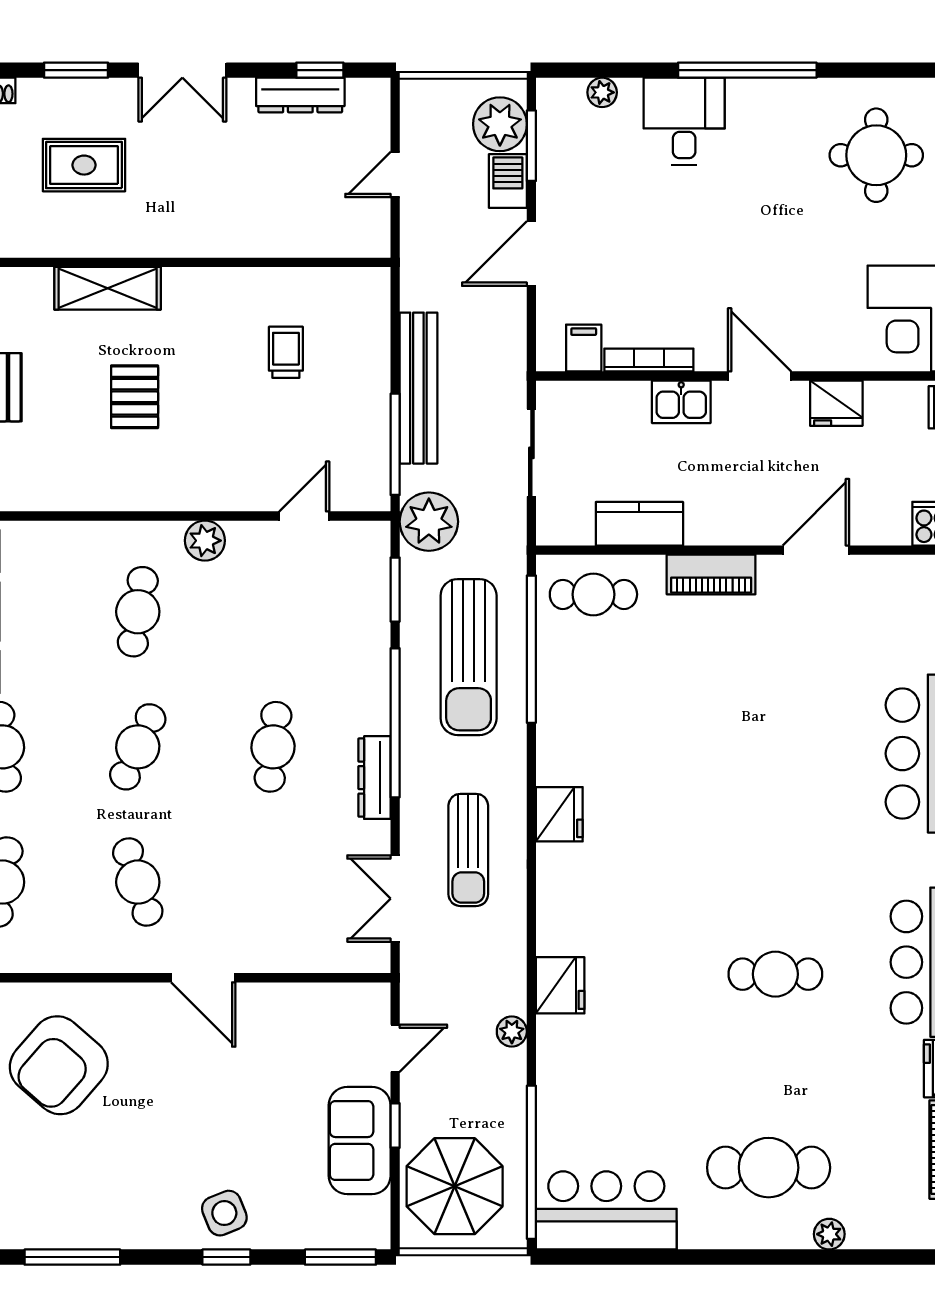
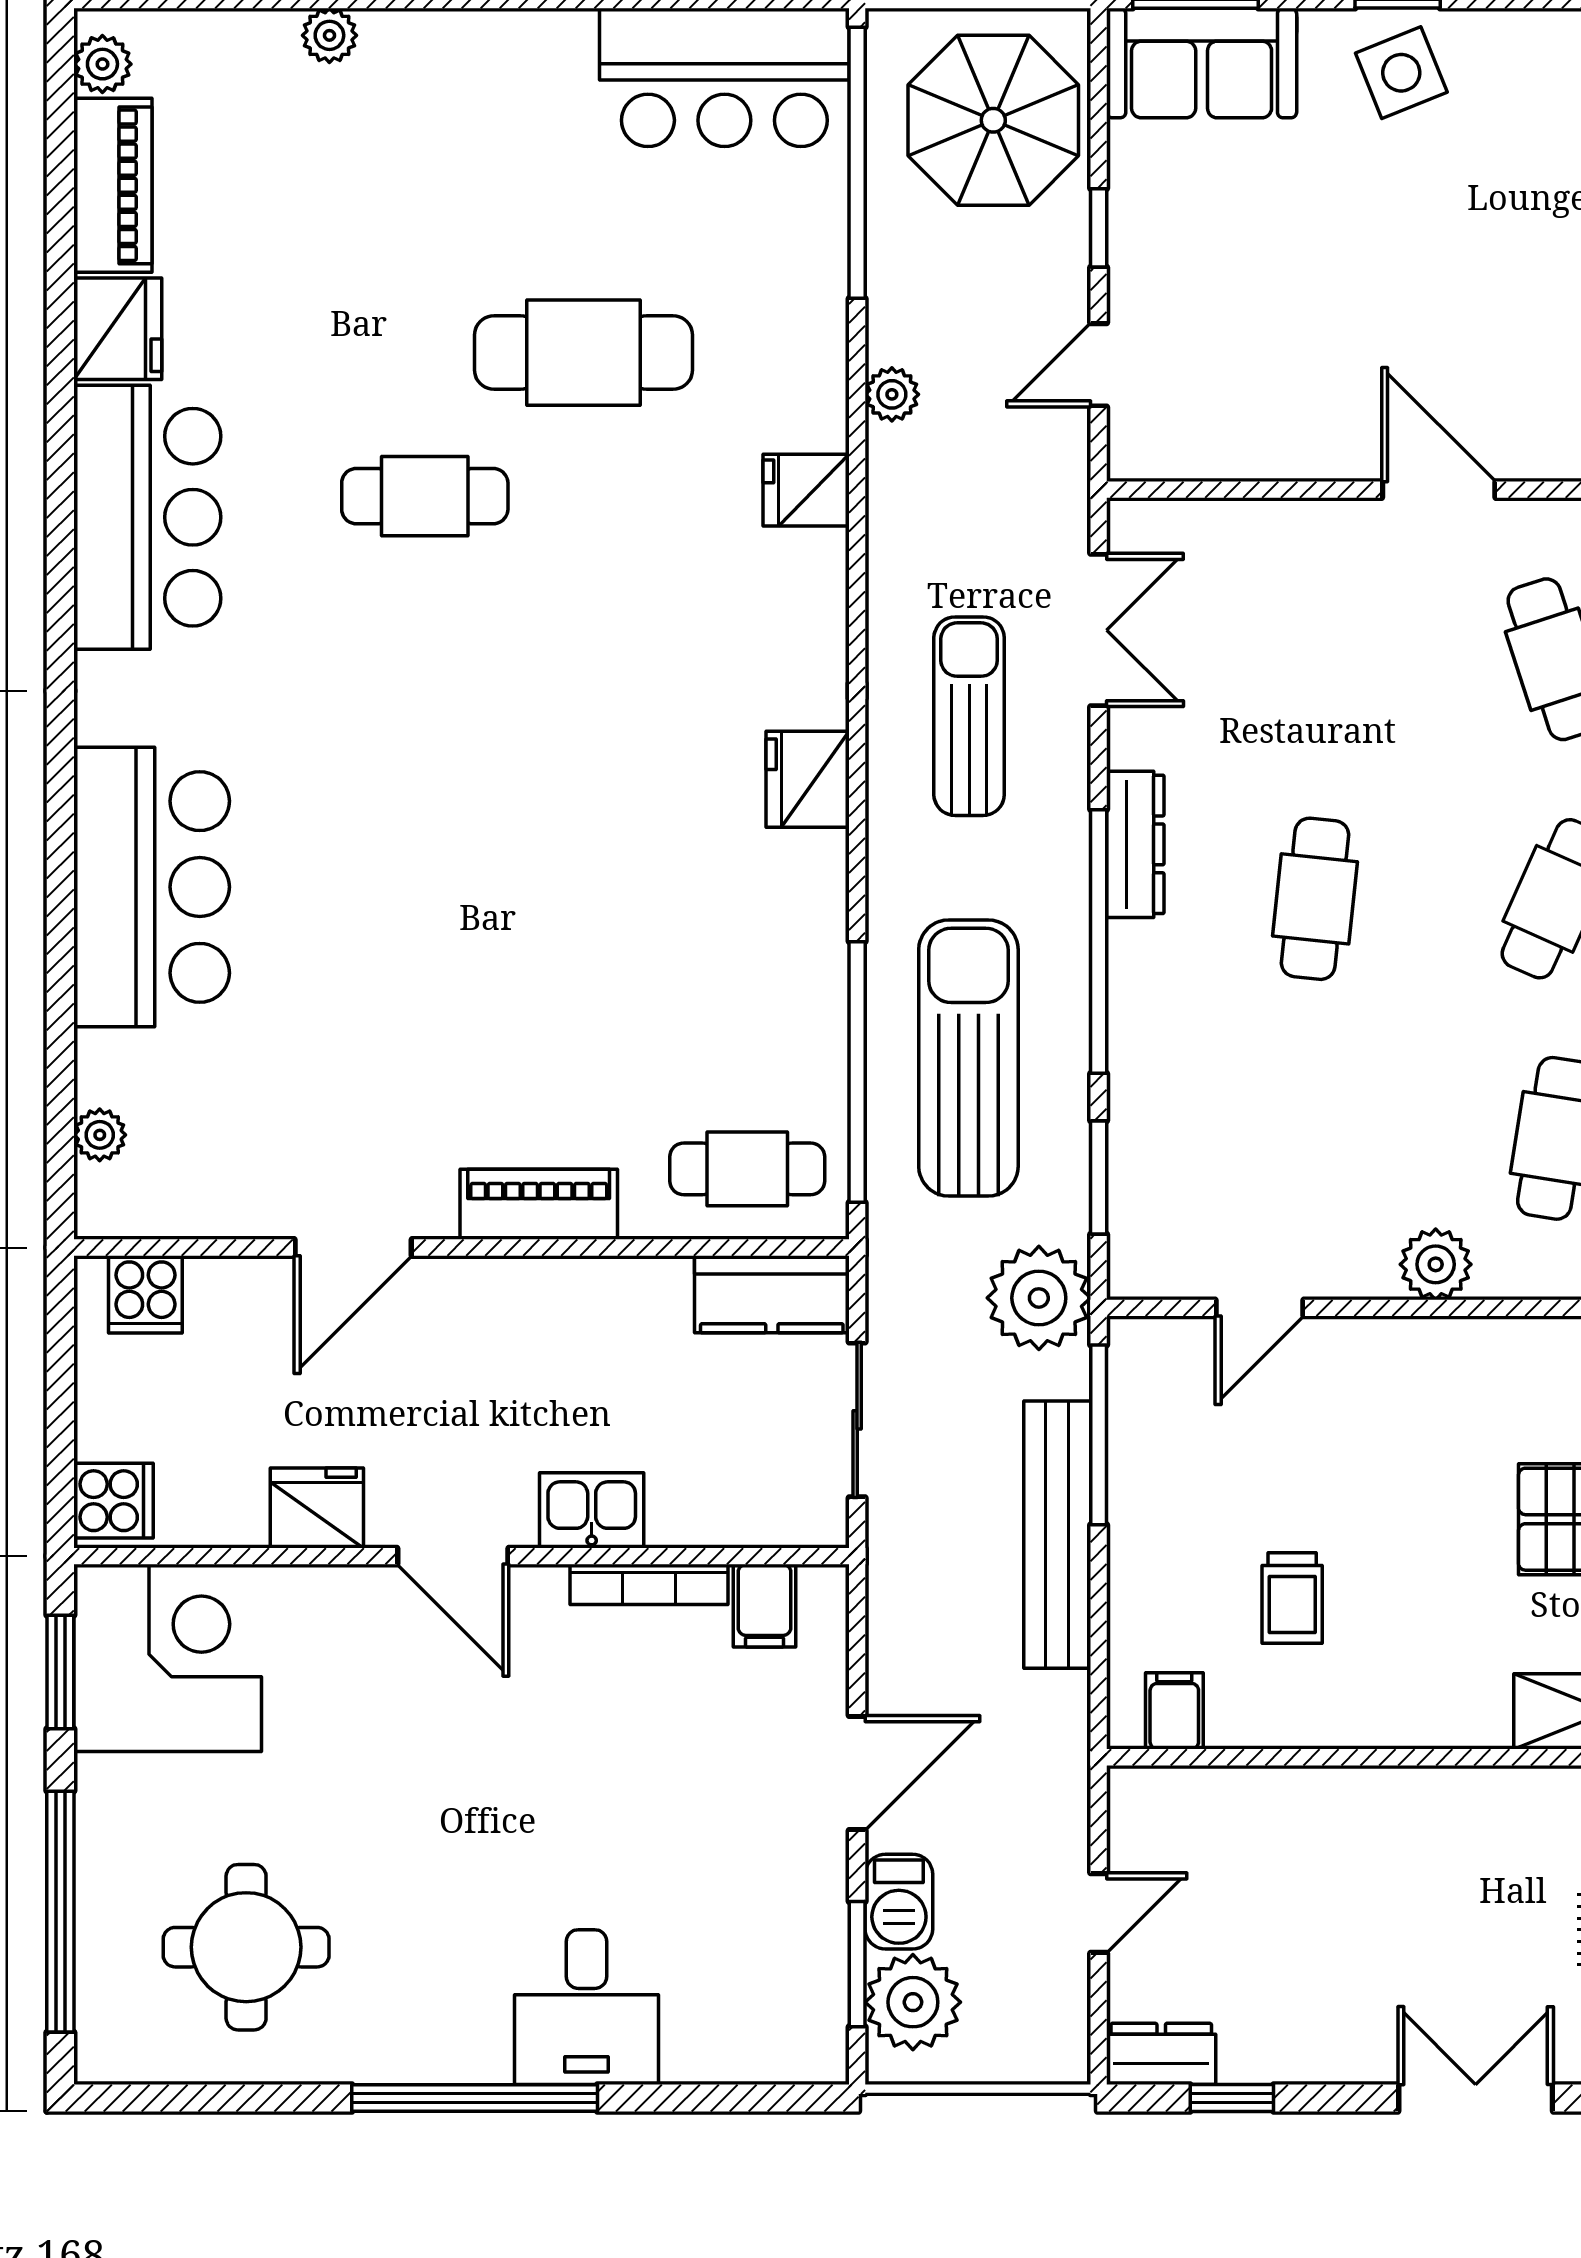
plant: (602, 92) -> (732, 2058), removed
dresser: (300, 95) -> (1161, 2054), moved, width x0.70
filing cabinet: (352, 289) -> (1174, 1711), added
kitchen counter: (639, 524) -> (772, 1294), moved
fridge: (560, 985) -> (806, 490), width x0.72
sofa: (360, 1140) -> (1202, 63), moved, turned 90
cafe table: (769, 1168) -> (583, 353), moved

